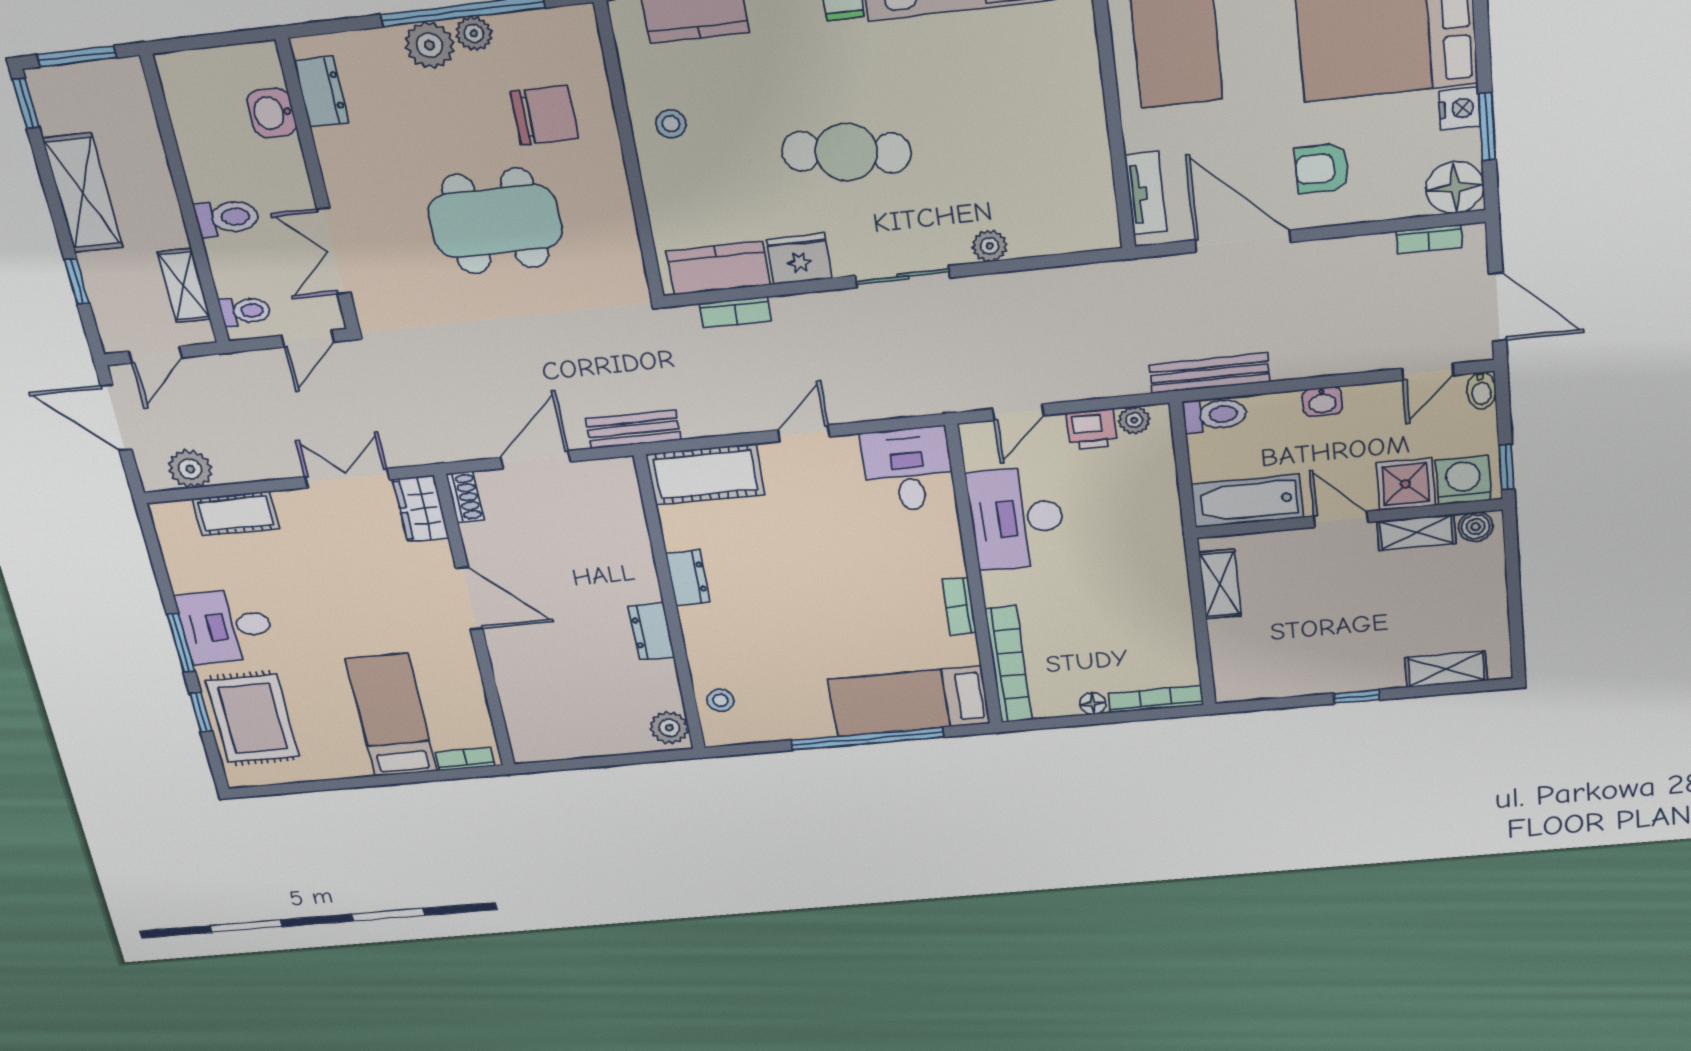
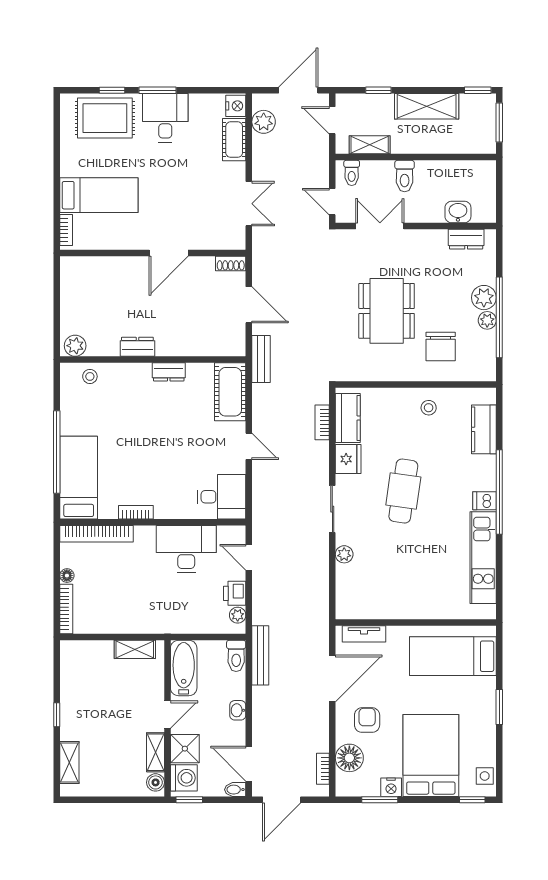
floor lamp: (1455, 187) -> (349, 758), moved
door: (1428, 372) -> (249, 764), width x1.38
wardrobe: (421, 509) -> (226, 239), removed
nightstand: (174, 517) -> (236, 106), added

